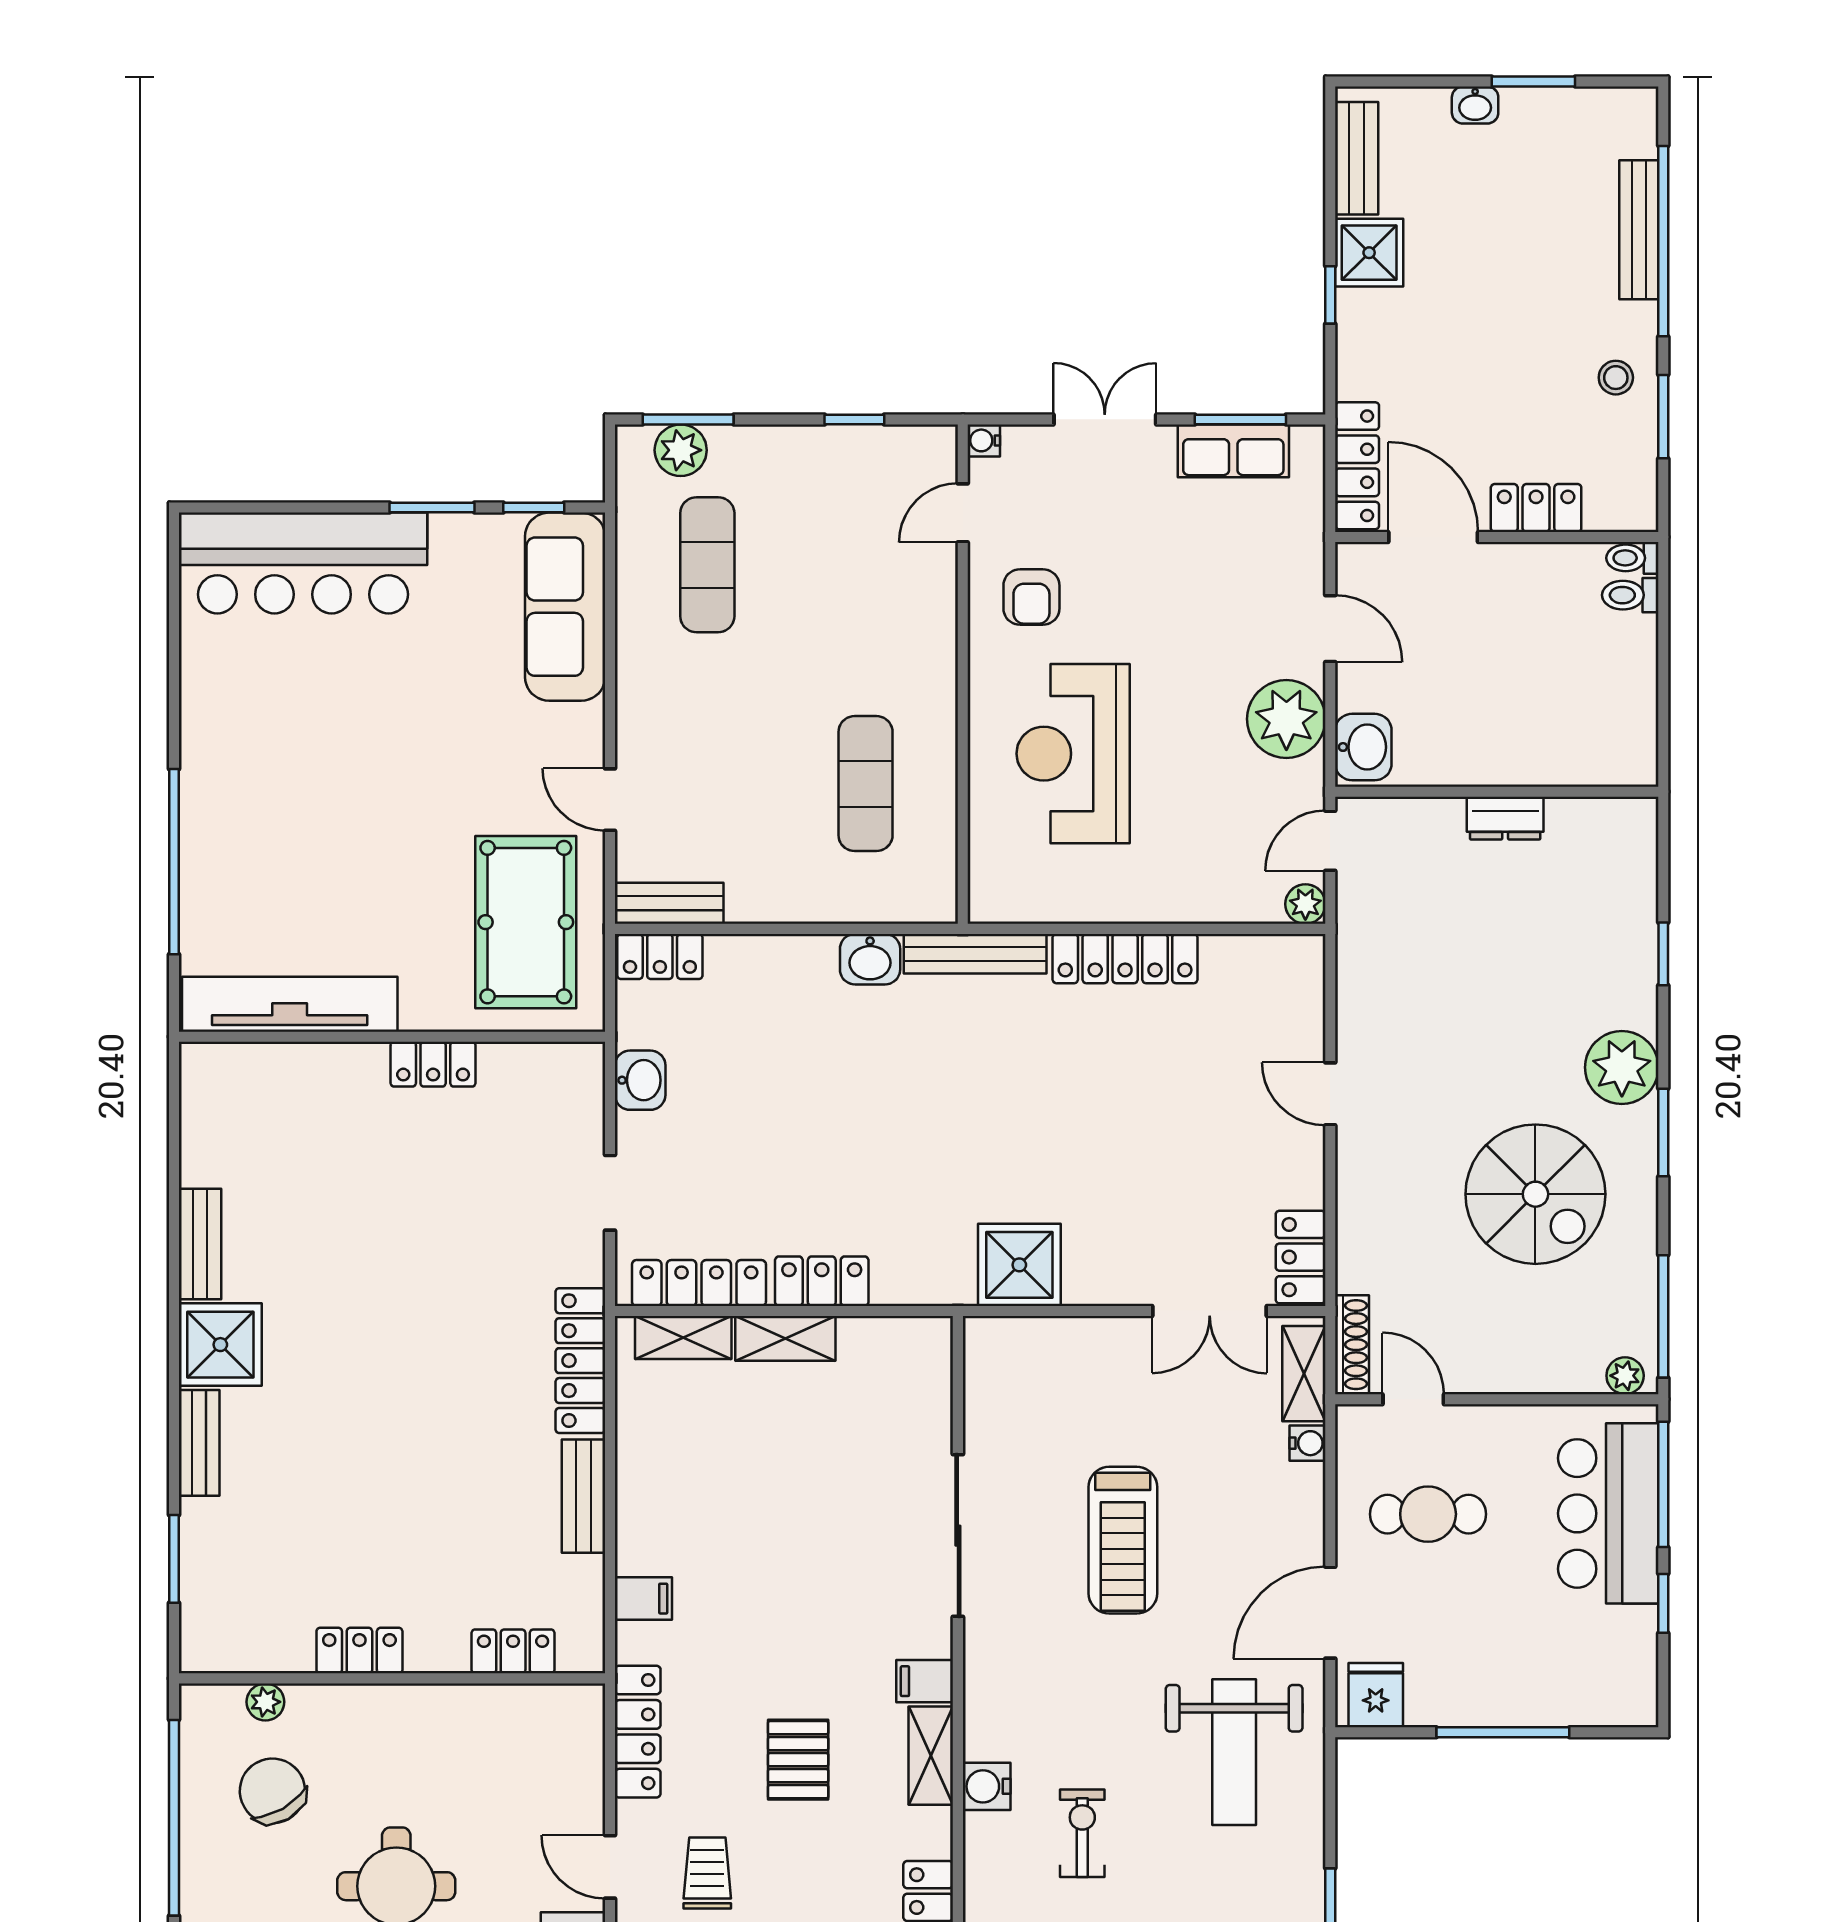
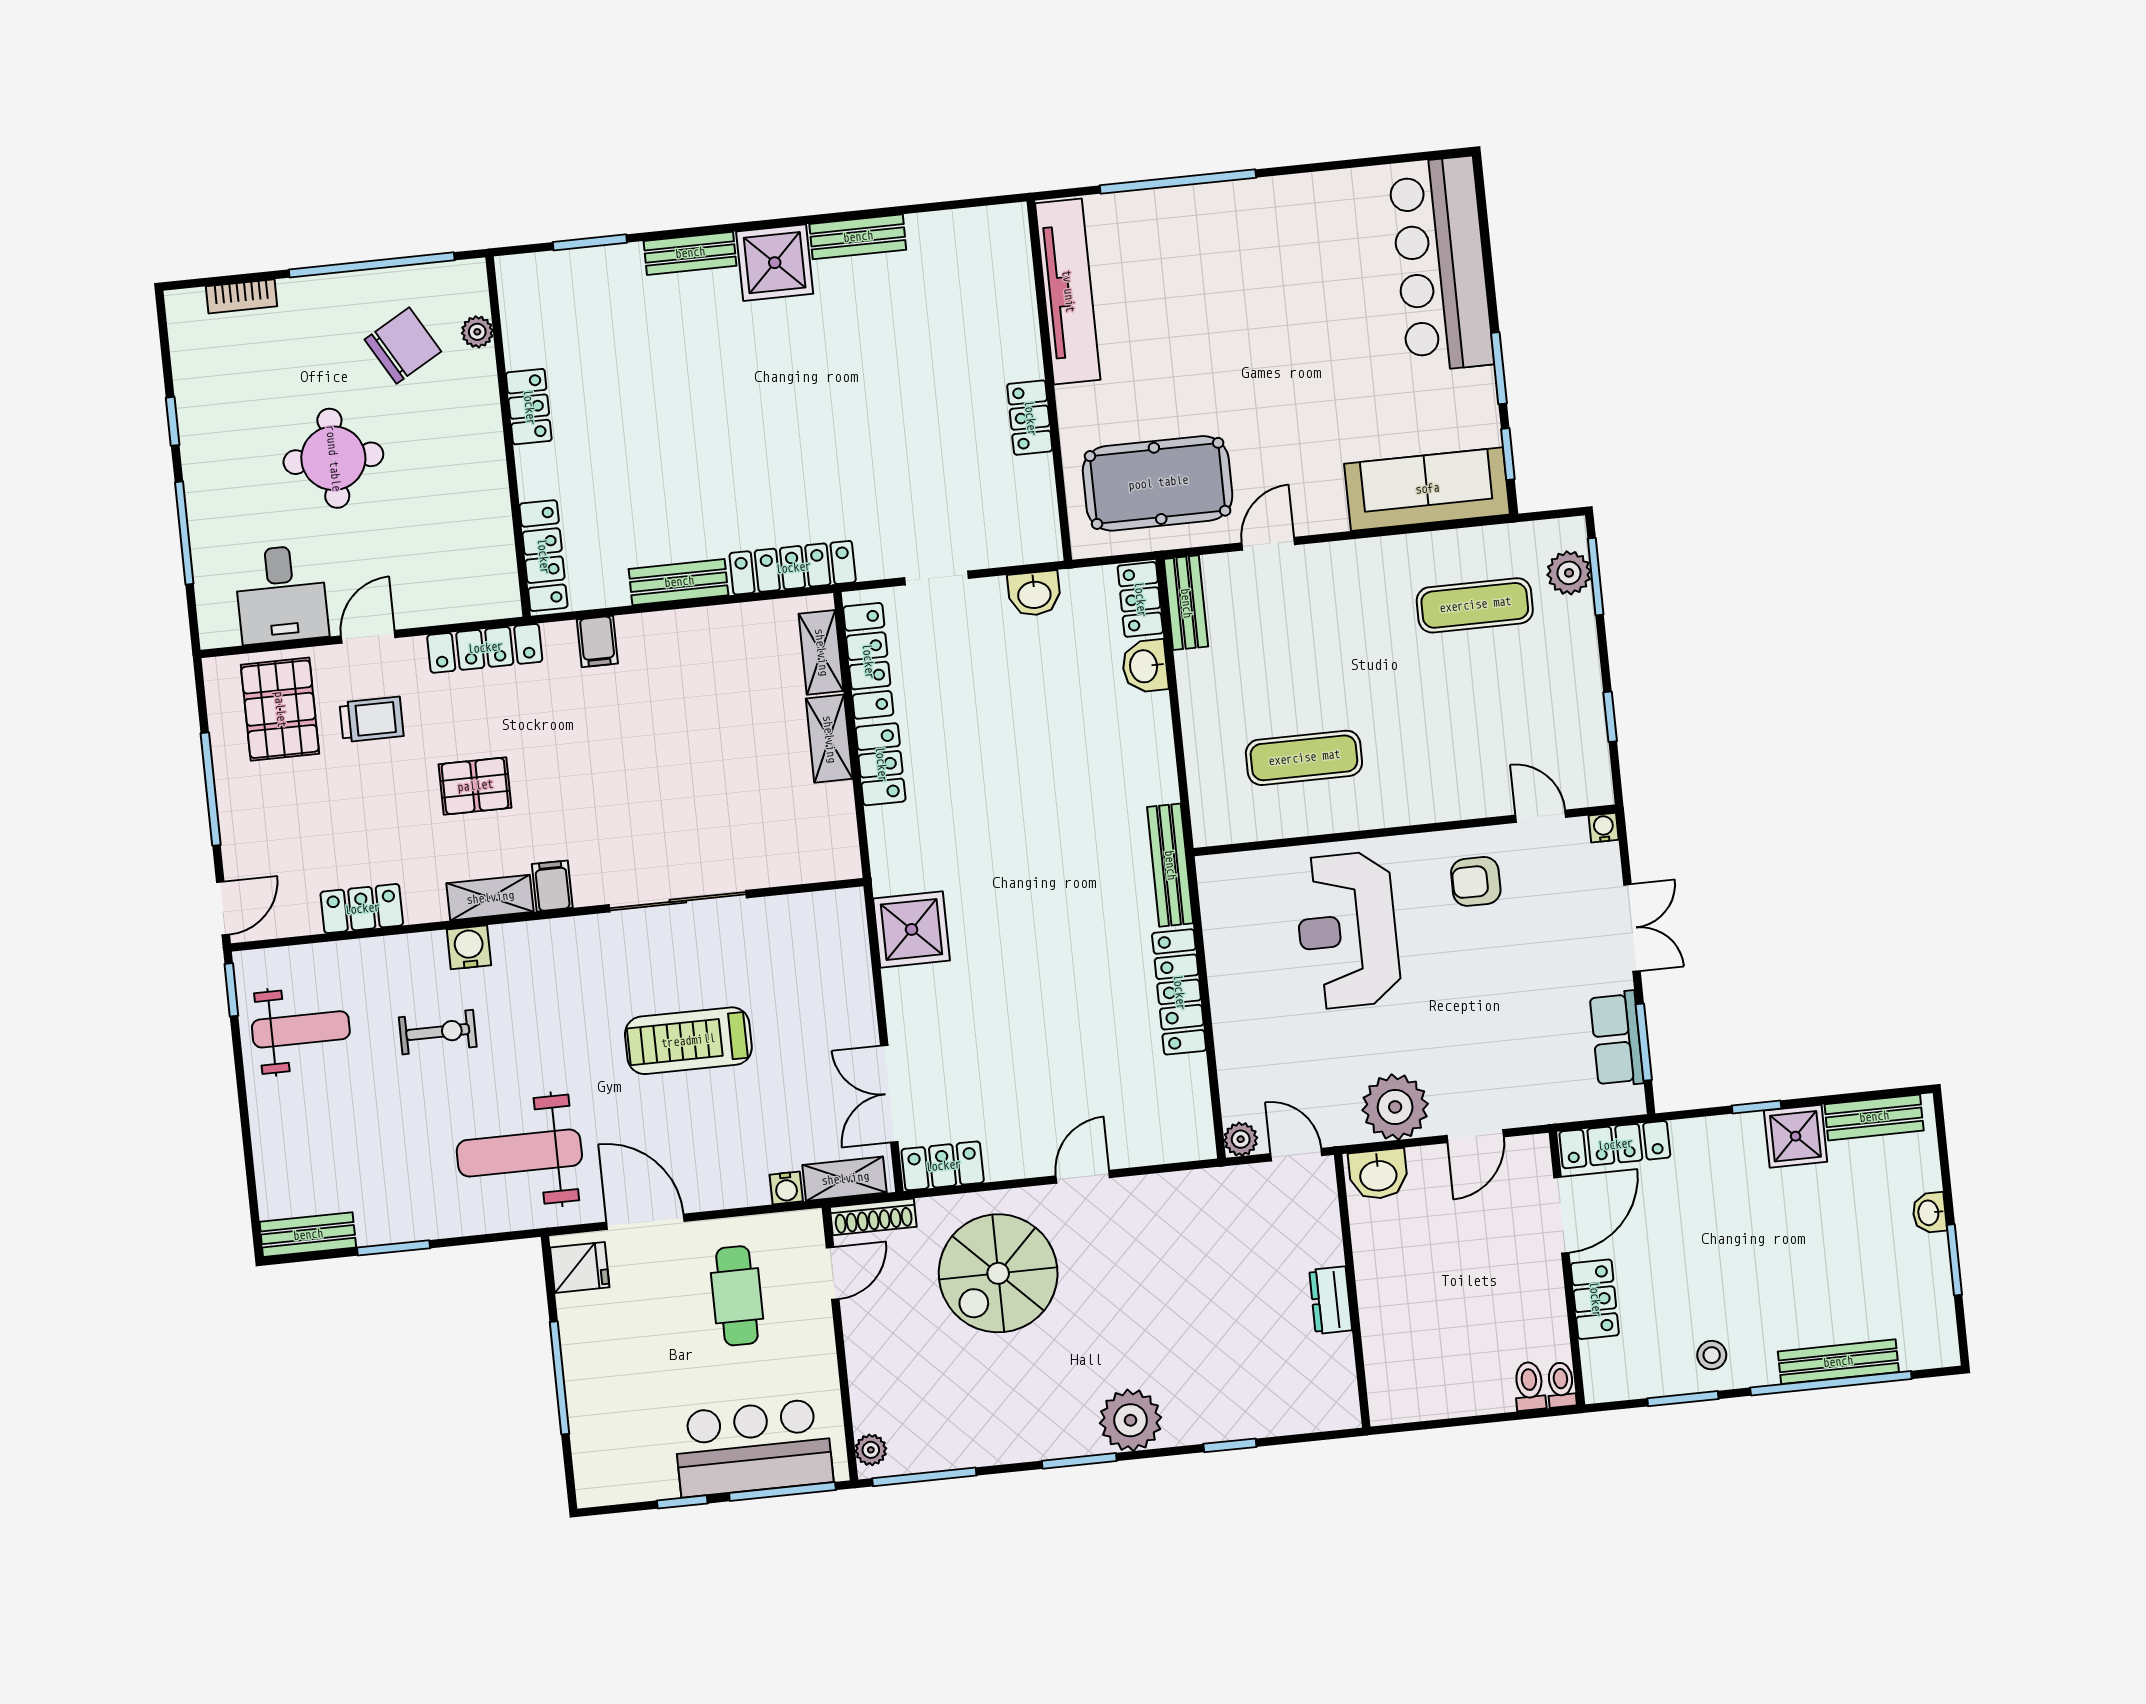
reception desk: (1073, 754) -> (1347, 930), turned -90
washbasin: (870, 959) -> (1145, 666), moved
spiral stairs: (1535, 1194) -> (998, 1273), moved
locker: (513, 1651) -> (543, 556), width x1.53

